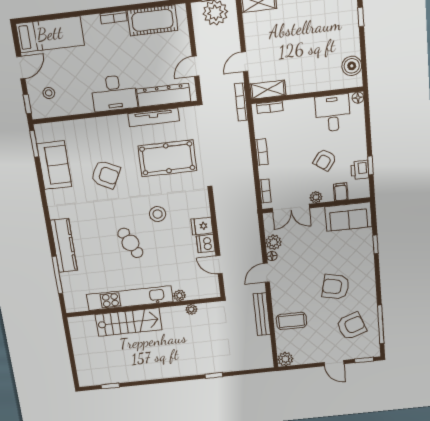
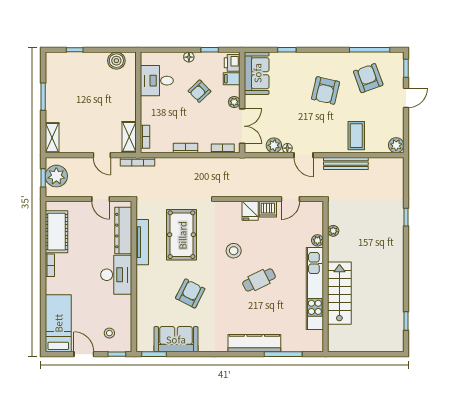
floor lamp: (358, 98) -> (189, 57), moved
armchair: (325, 160) -> (199, 91), turned 100
printer: (360, 170) -> (232, 63), moved, turned 90

